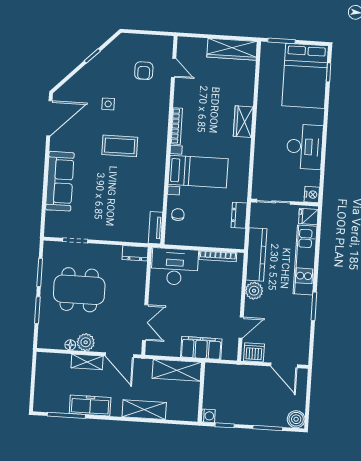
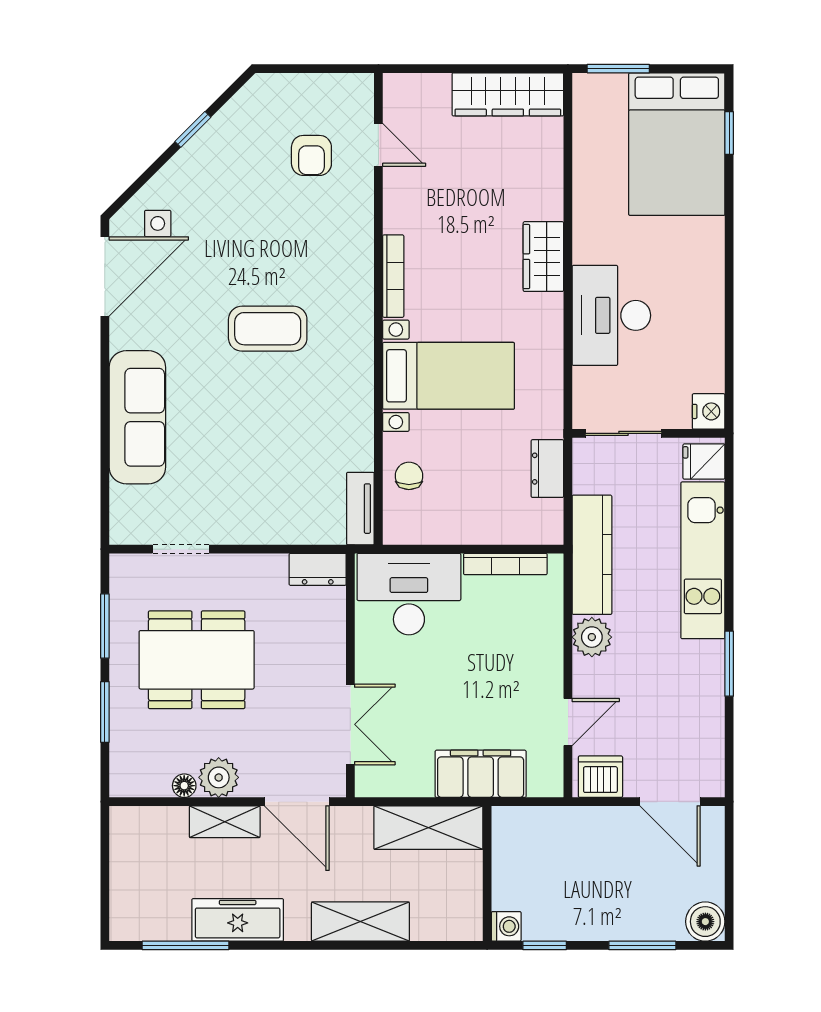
side table: (108, 104) -> (158, 223), moved
desk: (305, 147) -> (611, 315), moved, turned 180

